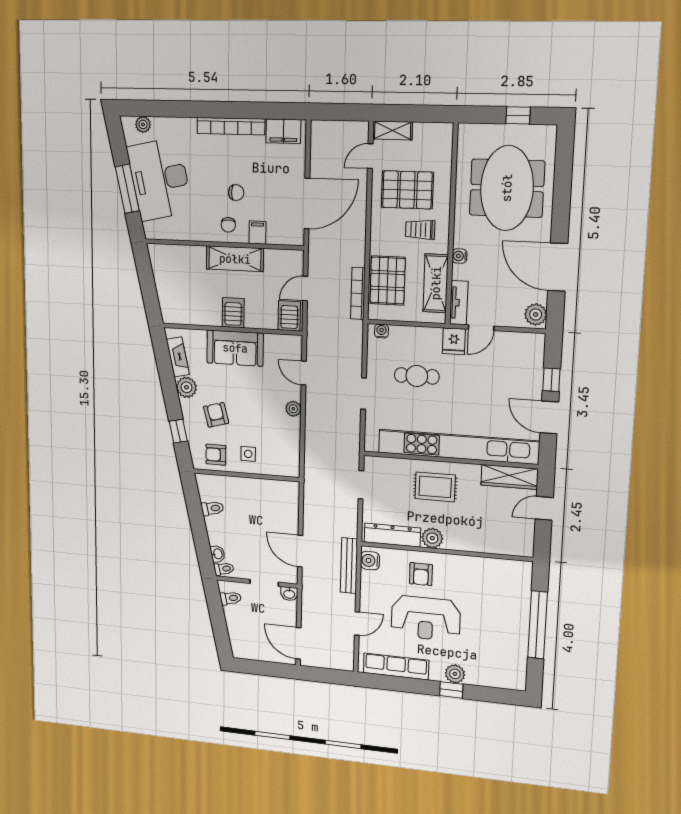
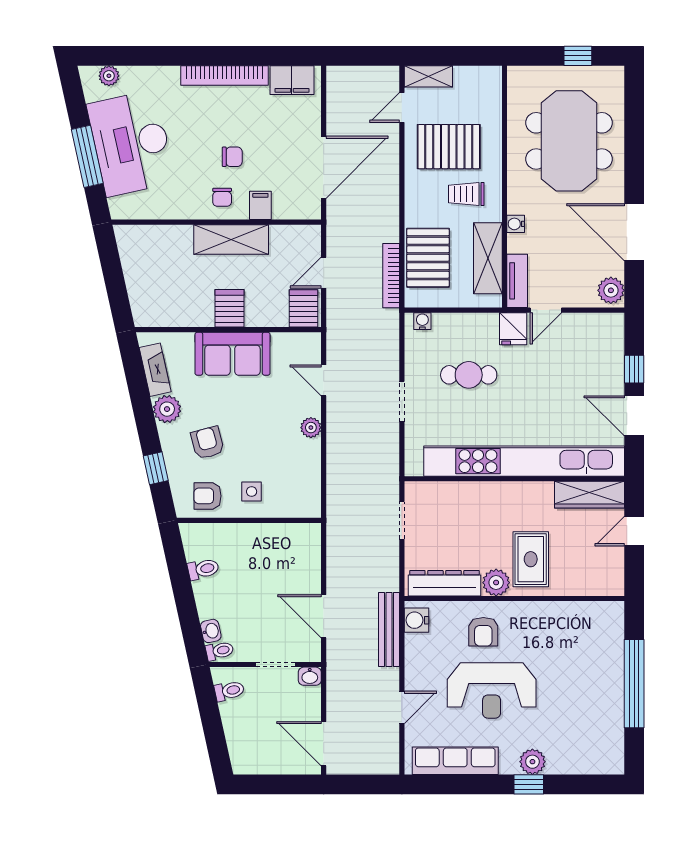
rug: (435, 487) -> (531, 559), moved, turned 90

